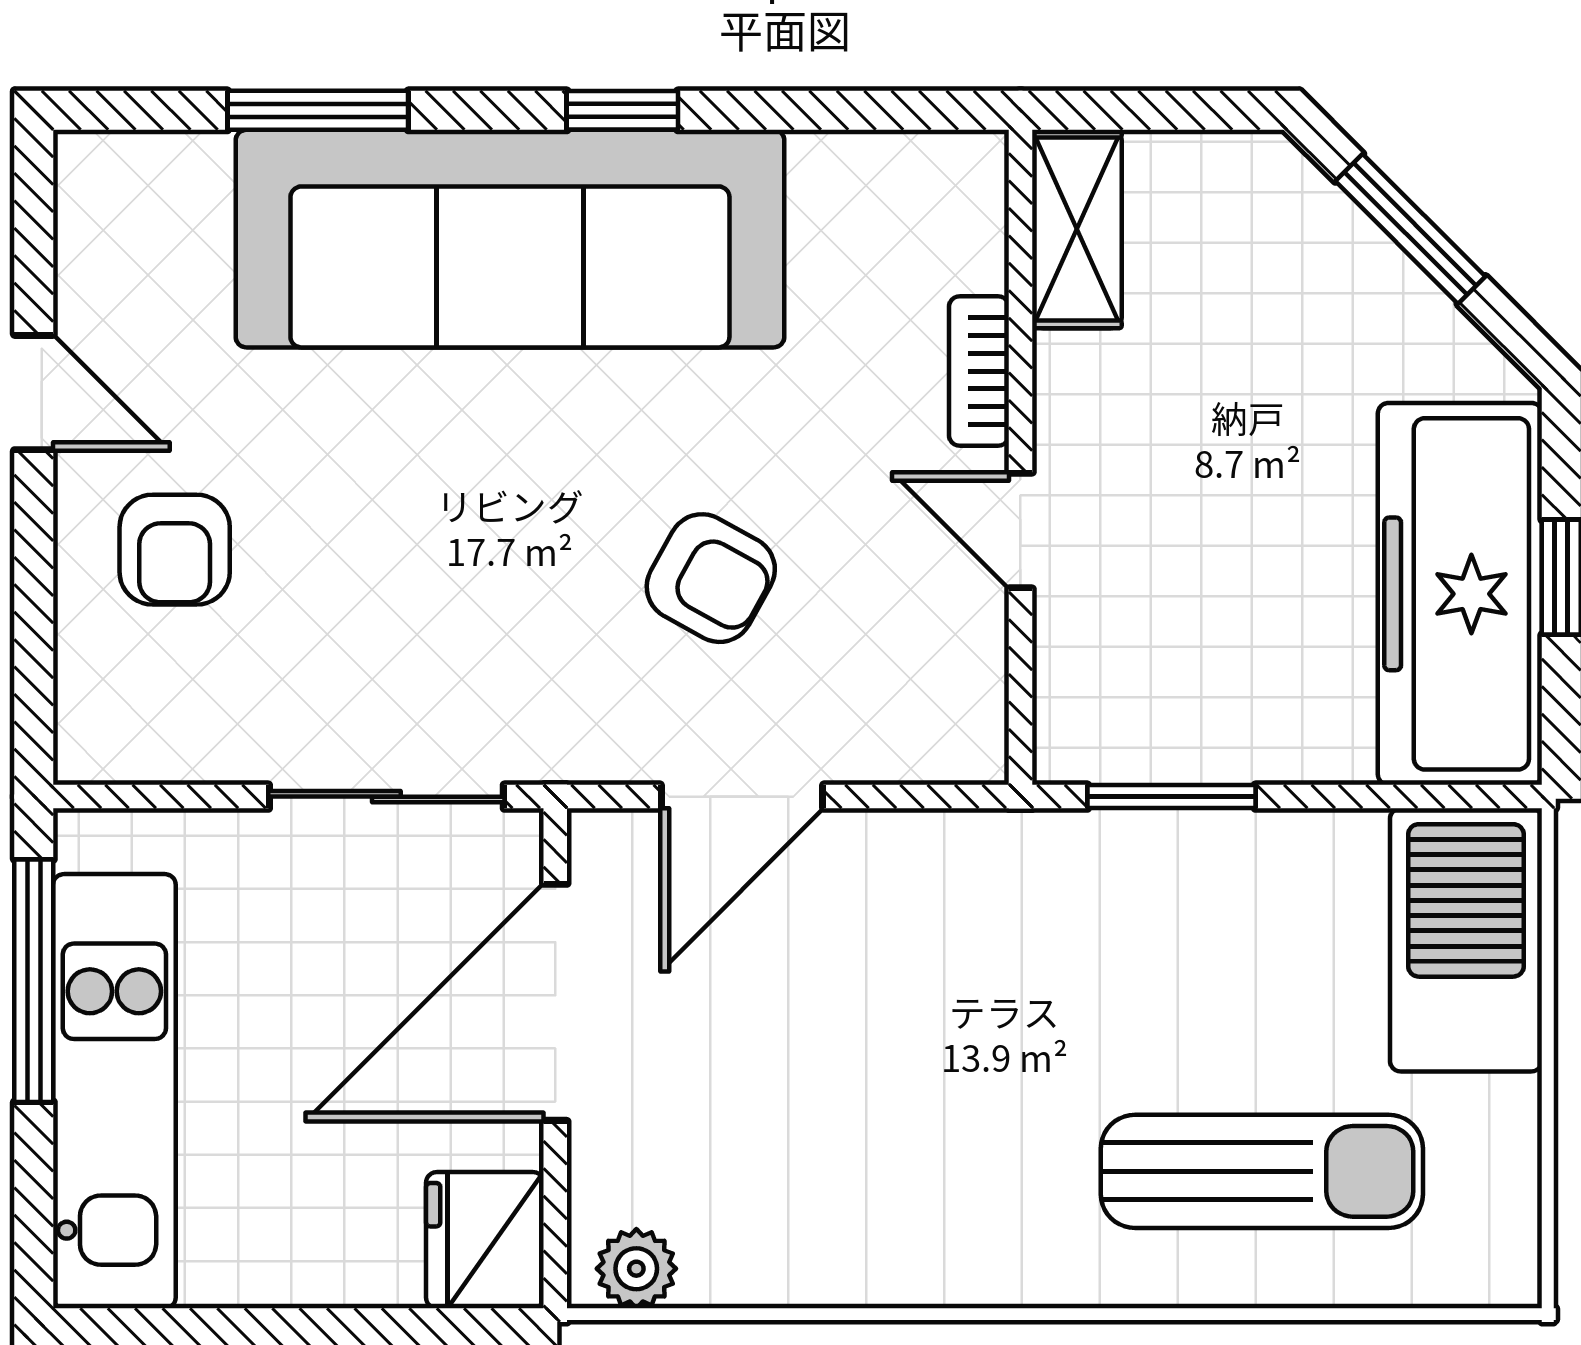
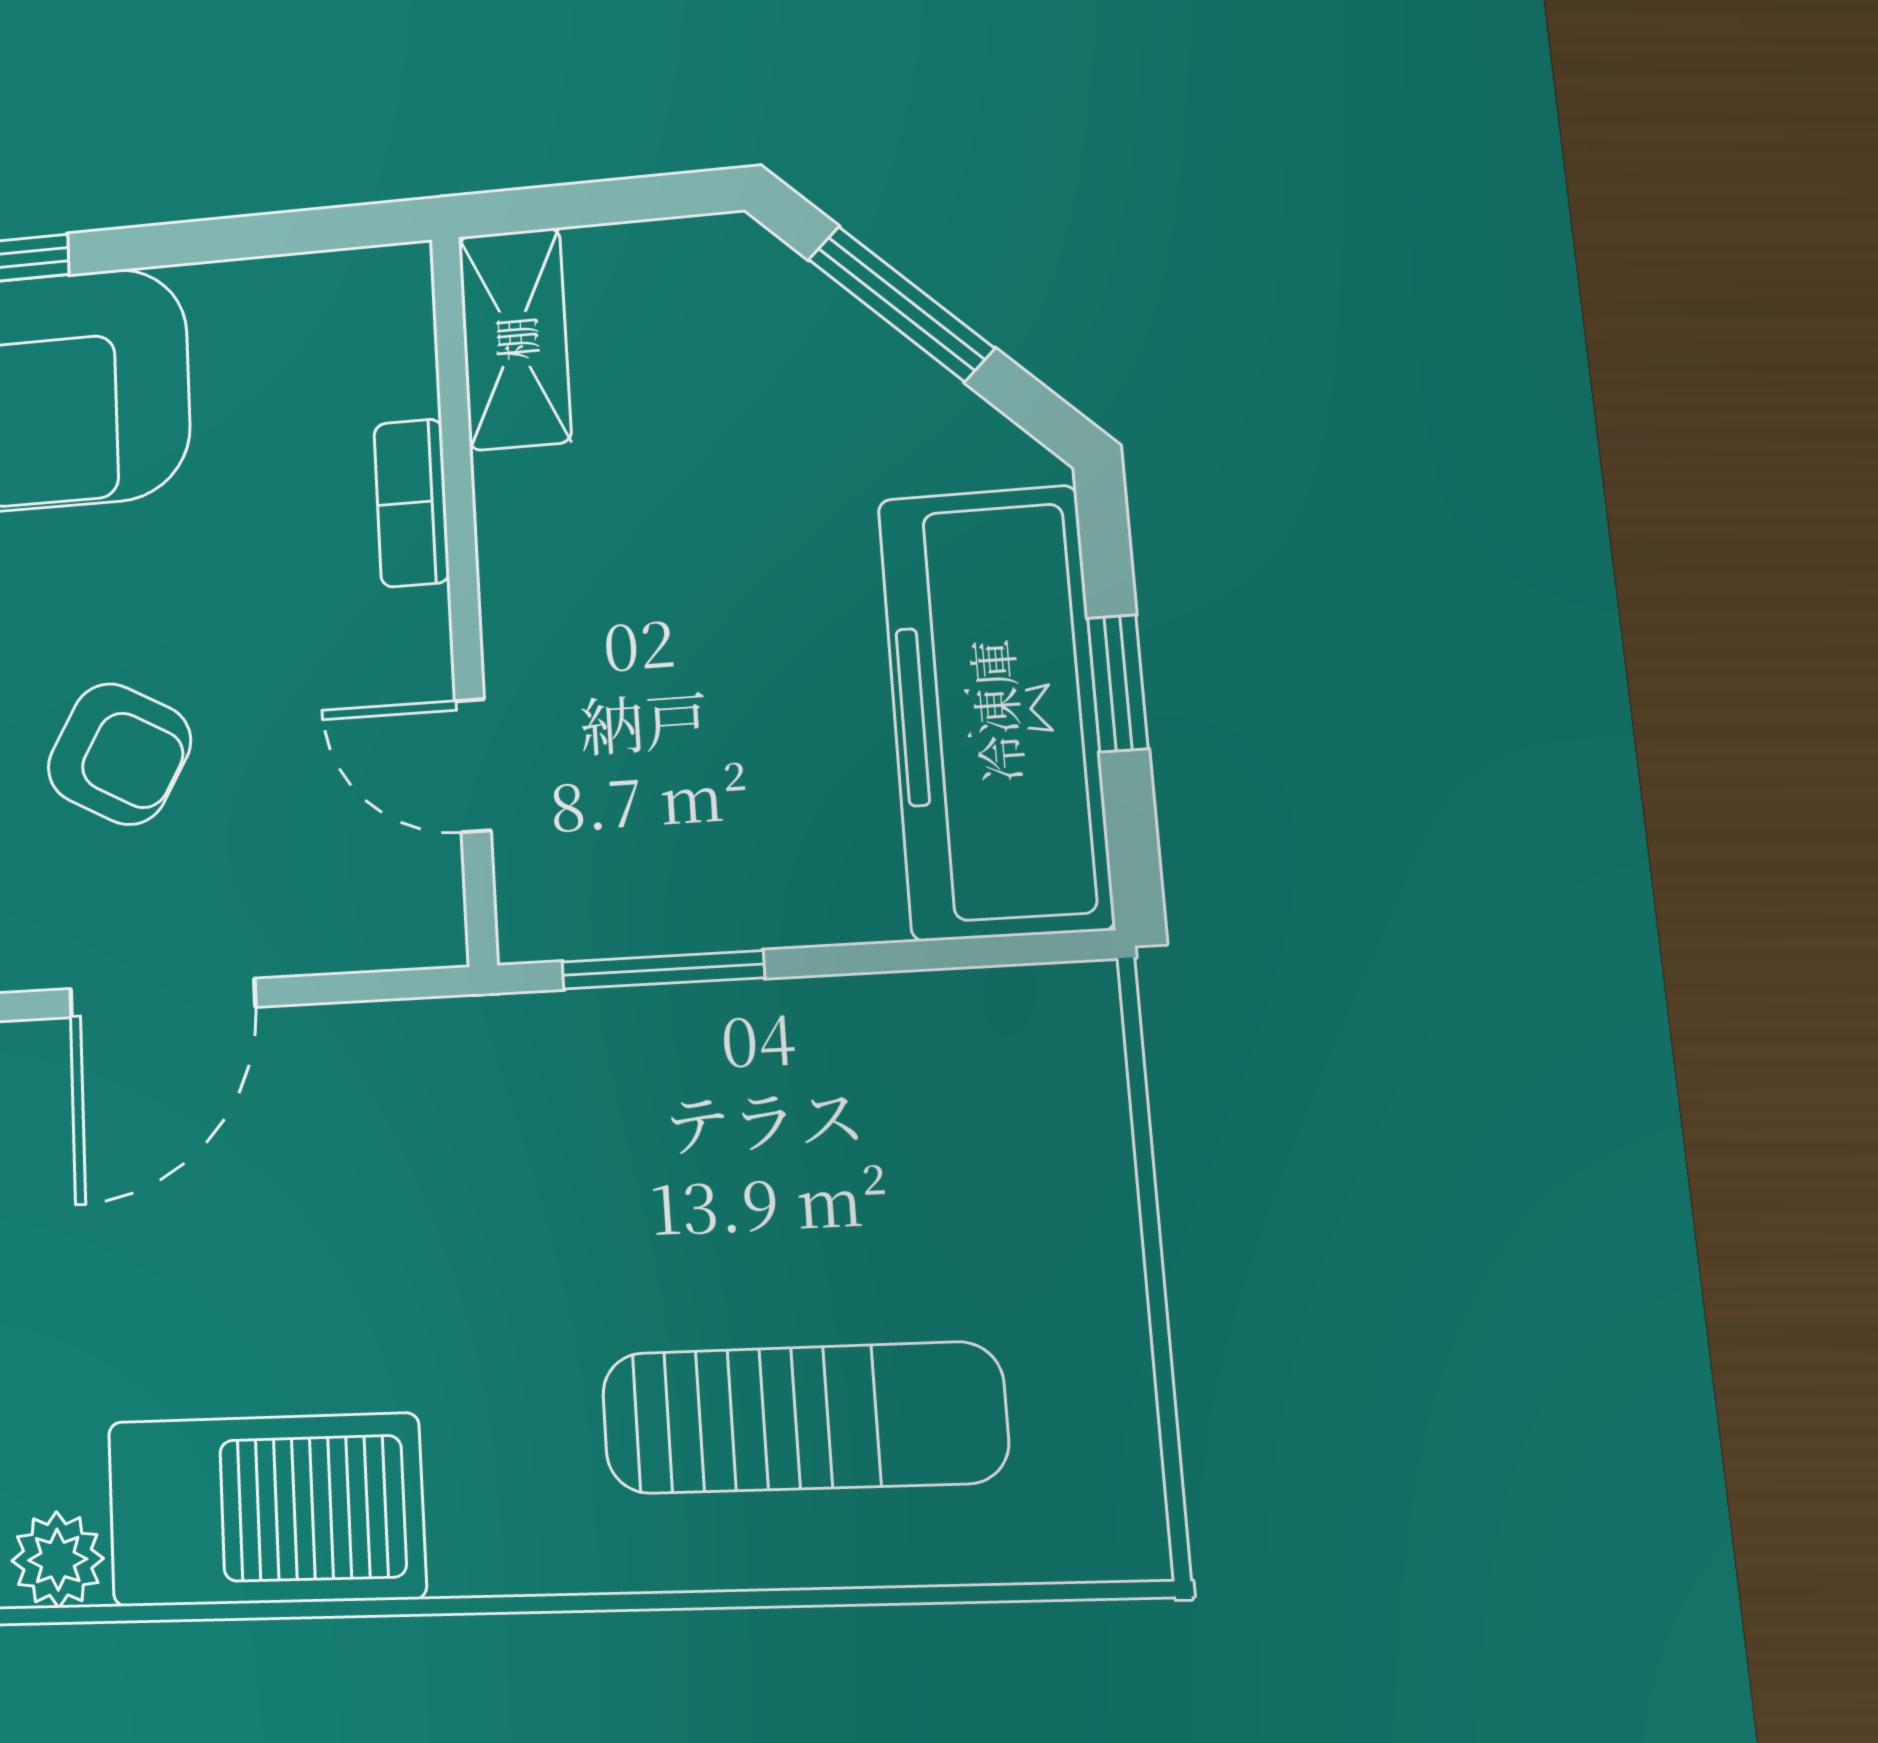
door: (1020, 530) -> (473, 766), moved
barbecue: (1466, 940) -> (266, 1510), moved, turned 90

